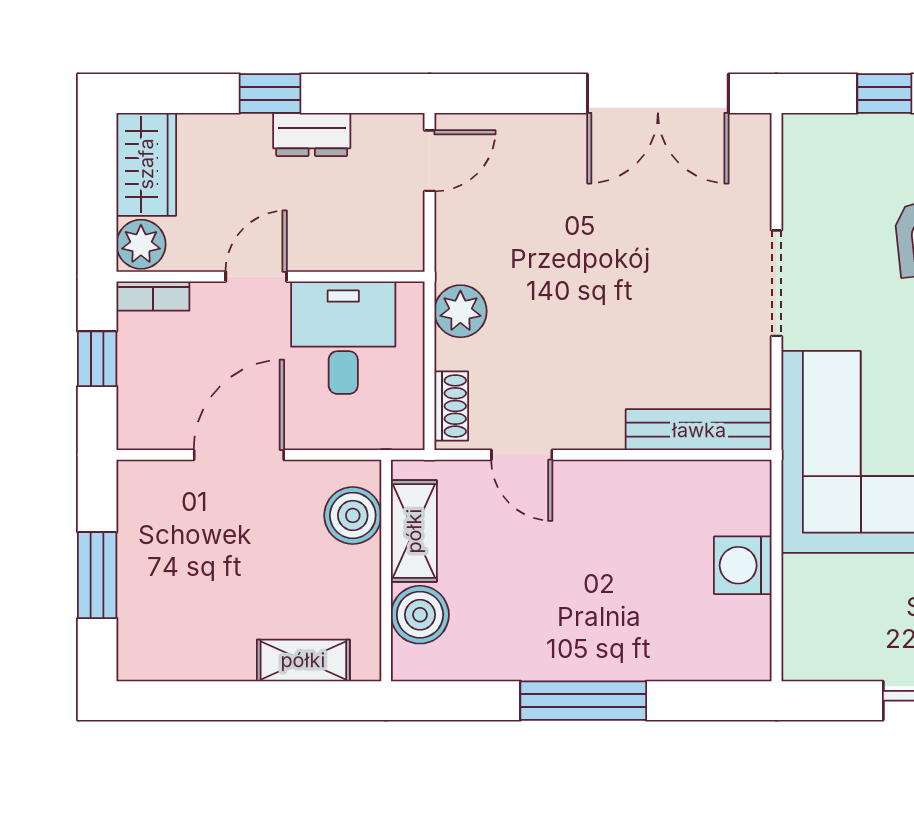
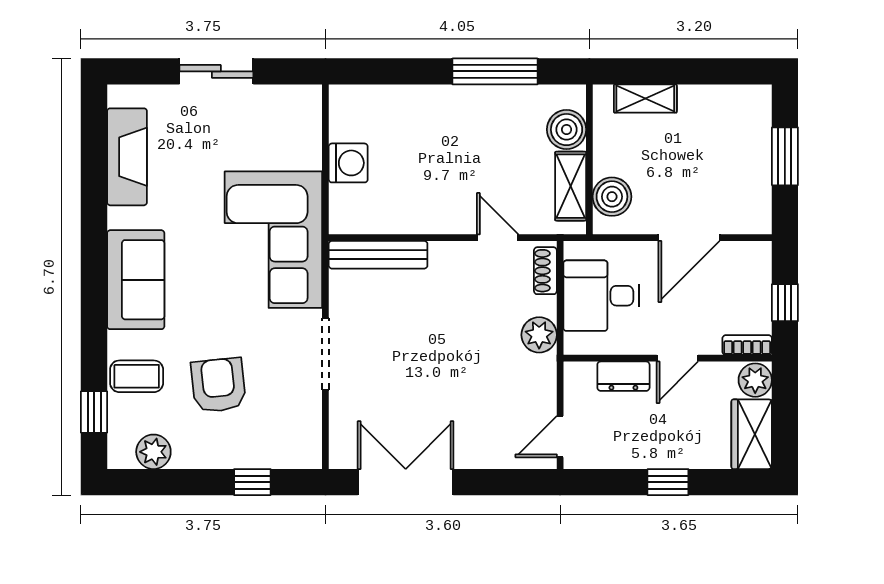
dresser: (312, 134) -> (623, 376), moved, turned 180
desk: (343, 338) -> (601, 296), moved, turned 90
window: (583, 701) -> (495, 71), moved

